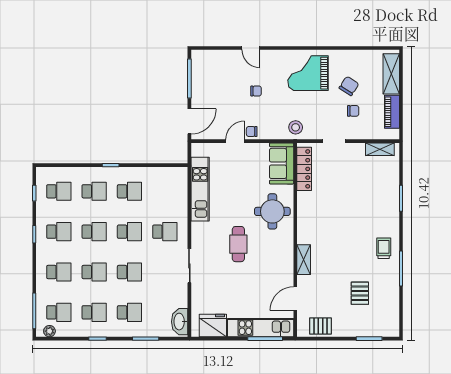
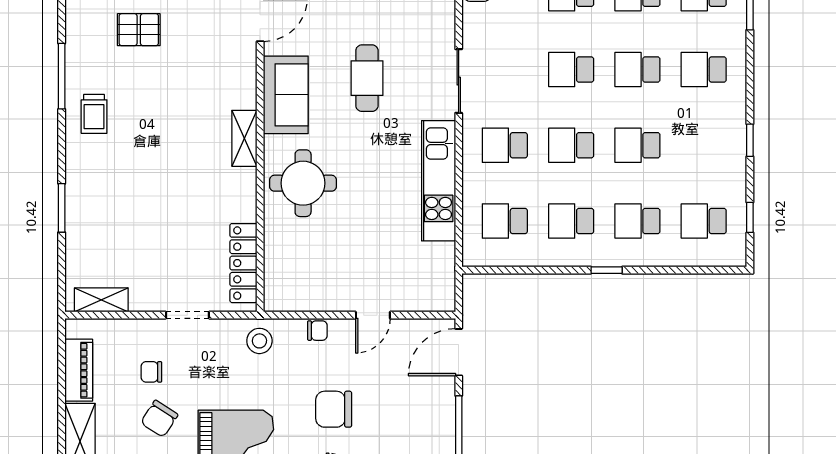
chair: (256, 91) -> (334, 409), width x1.87, depth x1.87
chair: (252, 131) -> (317, 331), moved
sofa: (282, 163) -> (286, 95), moved
kitchen unit: (200, 189) -> (439, 181), moved
school desk: (59, 232) -> (505, 221), moved
cafe table: (238, 244) -> (367, 78), moved
shelving: (304, 260) -> (244, 138), moved
pallet: (360, 293) -> (139, 30), turned 90

